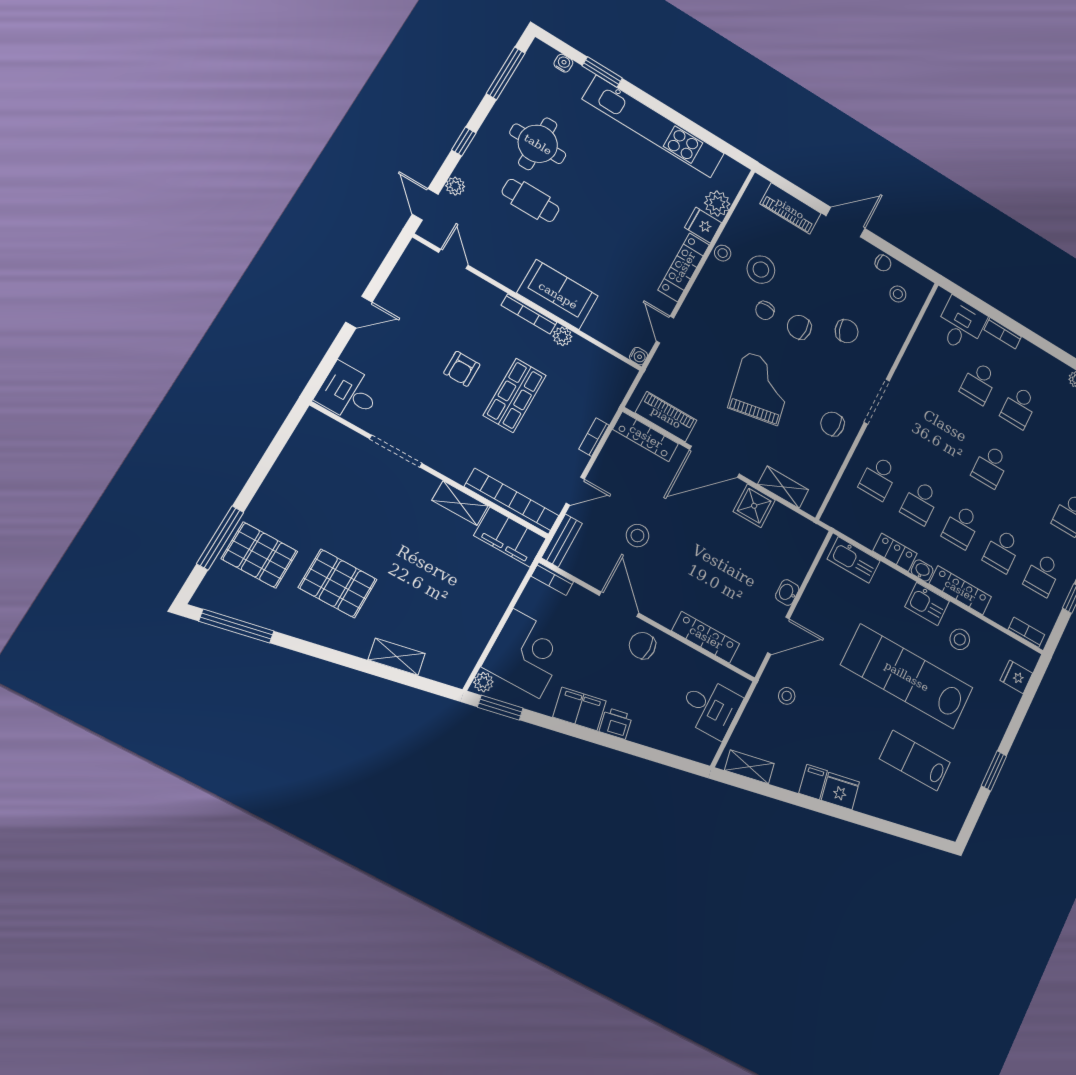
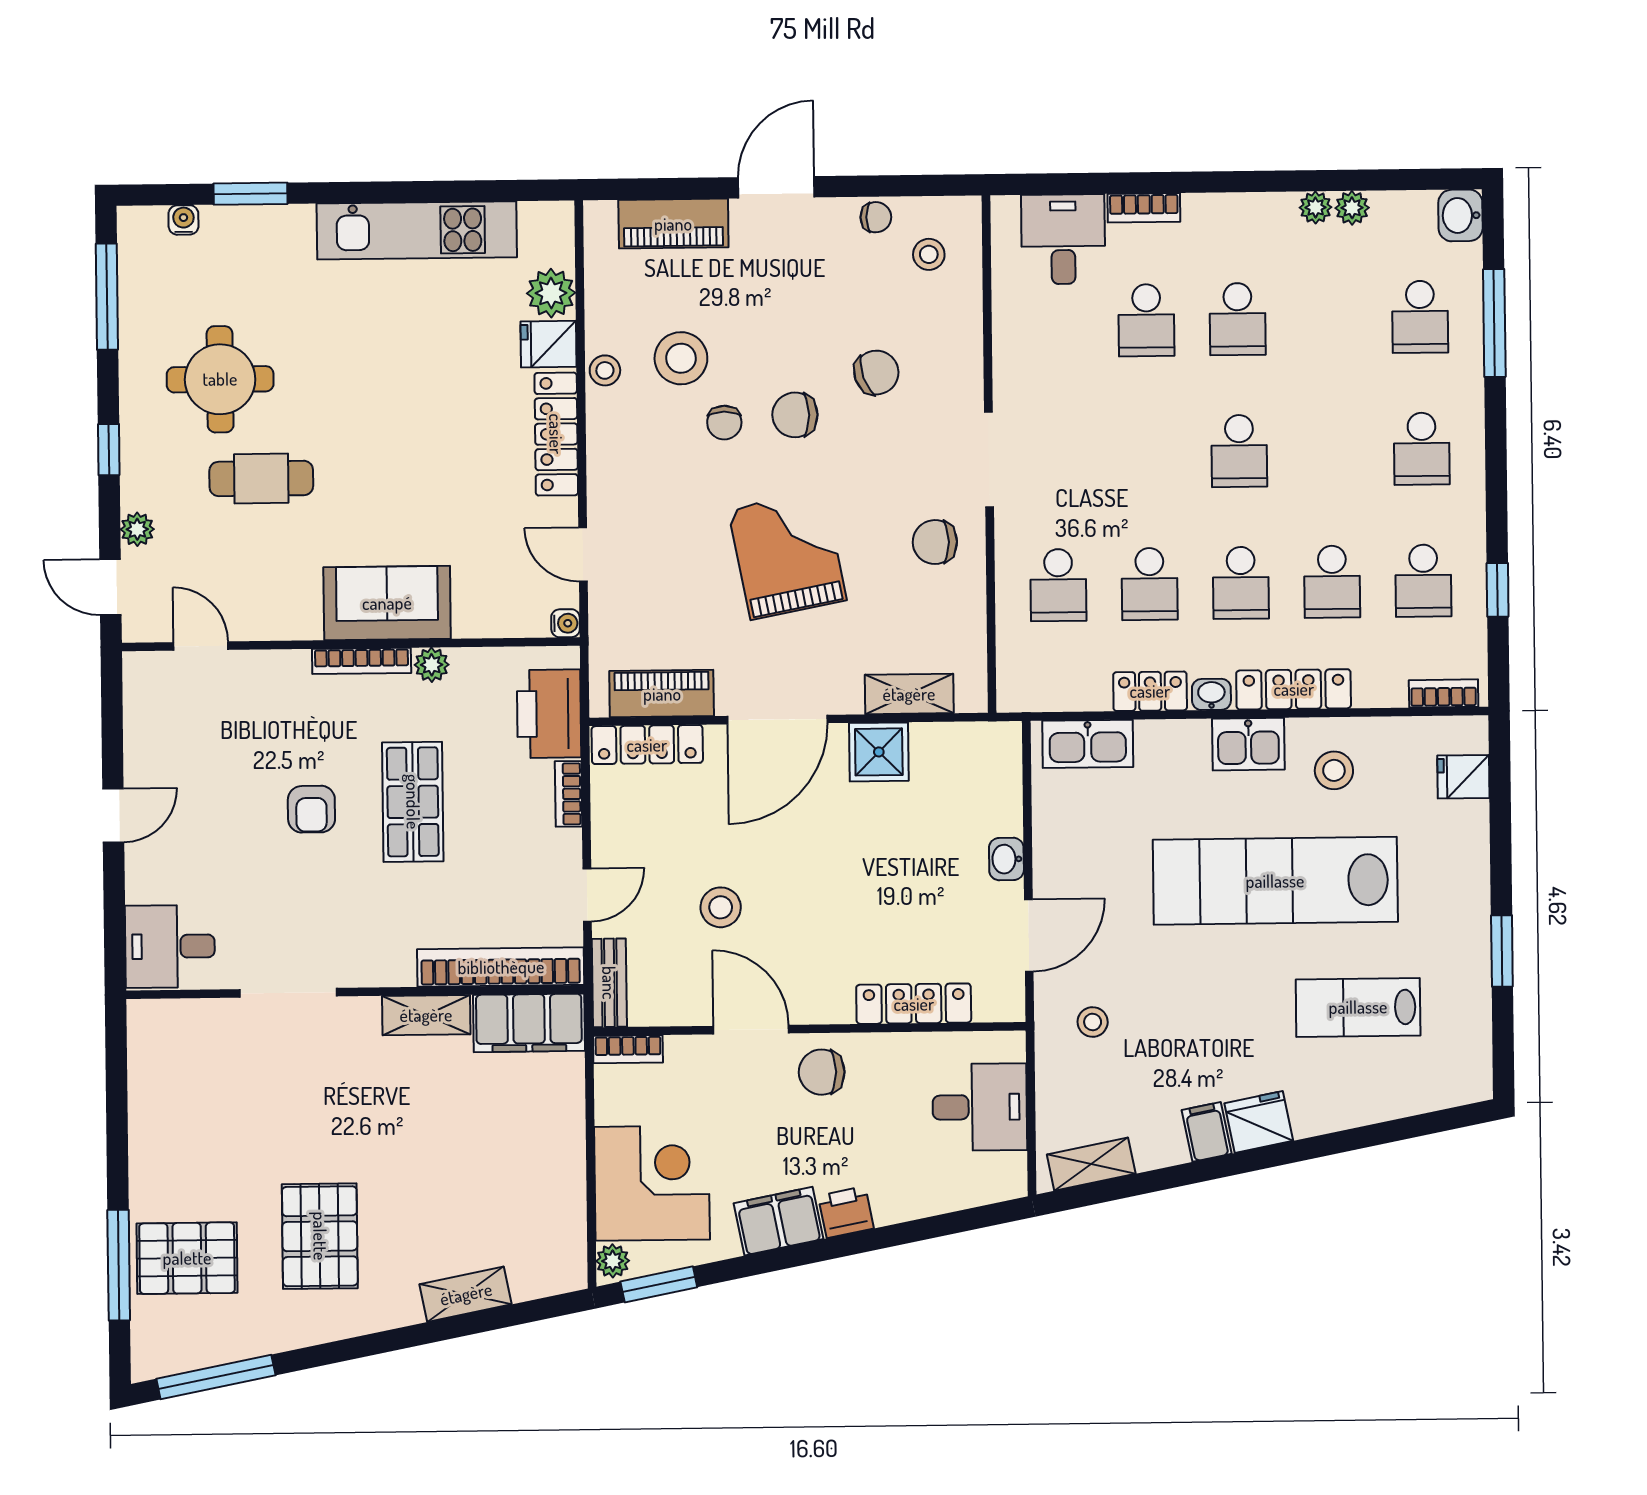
kitchen unit: (654, 127) -> (417, 230), width x0.73
printer: (606, 394) -> (549, 714), added
pallet: (338, 584) -> (320, 1236), turned 90

